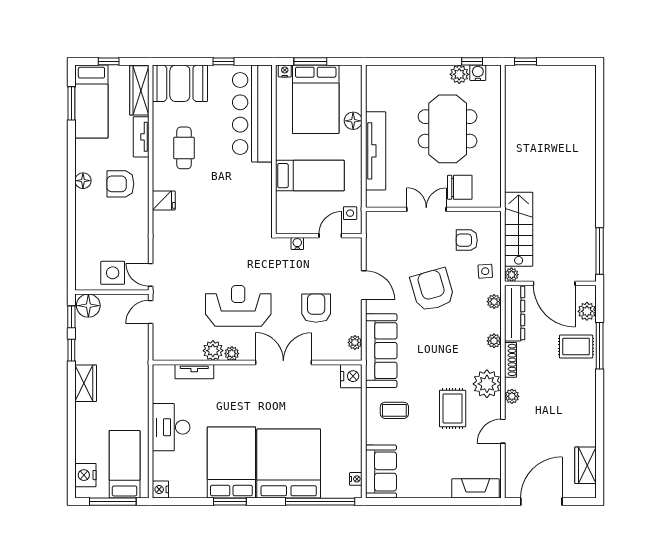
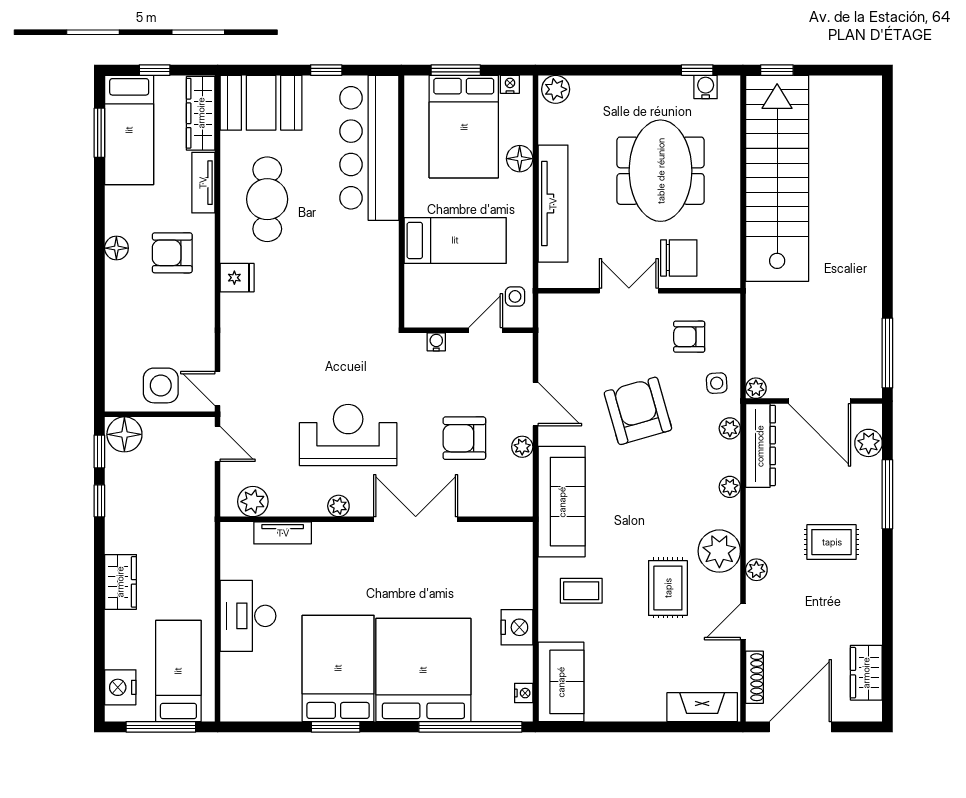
nightstand: (285, 71) -> (510, 84), moved
plant: (459, 74) -> (556, 89), moved
cafe table: (184, 148) -> (267, 199), width x1.37, depth x1.35
stairs: (519, 229) -> (777, 178), moved, width x1.86, depth x1.51
armchair: (316, 308) -> (464, 438), turned -90
door: (151, 312) -> (218, 444), swing flipped
plant: (355, 342) -> (522, 447), moved
rug: (576, 347) -> (832, 542), moved
plant: (213, 351) -> (253, 502), moved
shoe rack: (511, 360) -> (754, 677), moved
nightstand: (351, 376) -> (517, 627), moved
wardrobe: (86, 383) -> (120, 582), moved
nightstand: (160, 489) -> (232, 709), removed

